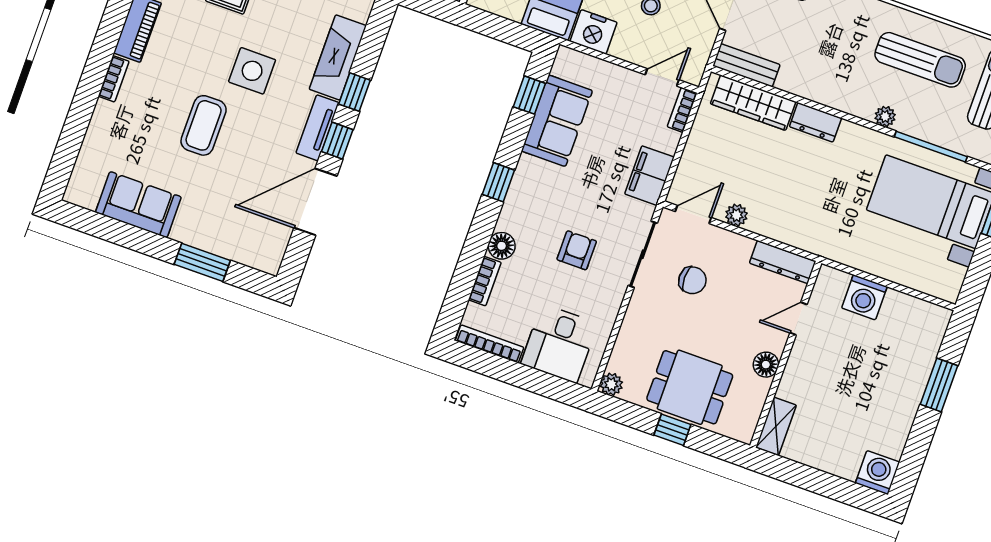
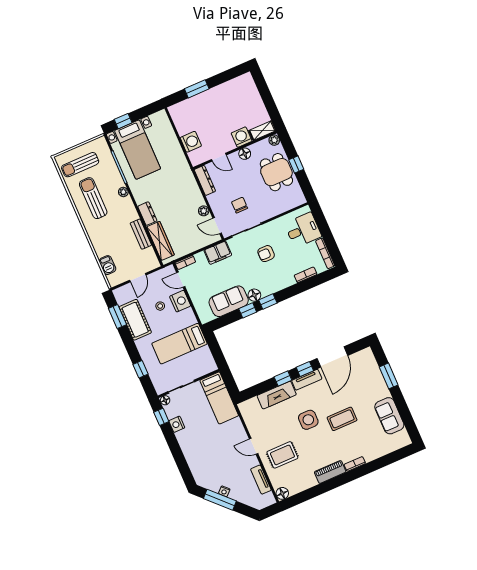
nightstand: (593, 32) -> (180, 301), moved
bench: (746, 65) -> (141, 234), moved
window: (529, 95) -> (248, 310), moved
door: (315, 202) -> (332, 357), hinge flipped
floor lamp: (502, 246) -> (254, 295), moved
plant: (611, 384) -> (274, 140), moved
washing machine: (878, 473) -> (242, 137), moved, turned 90

